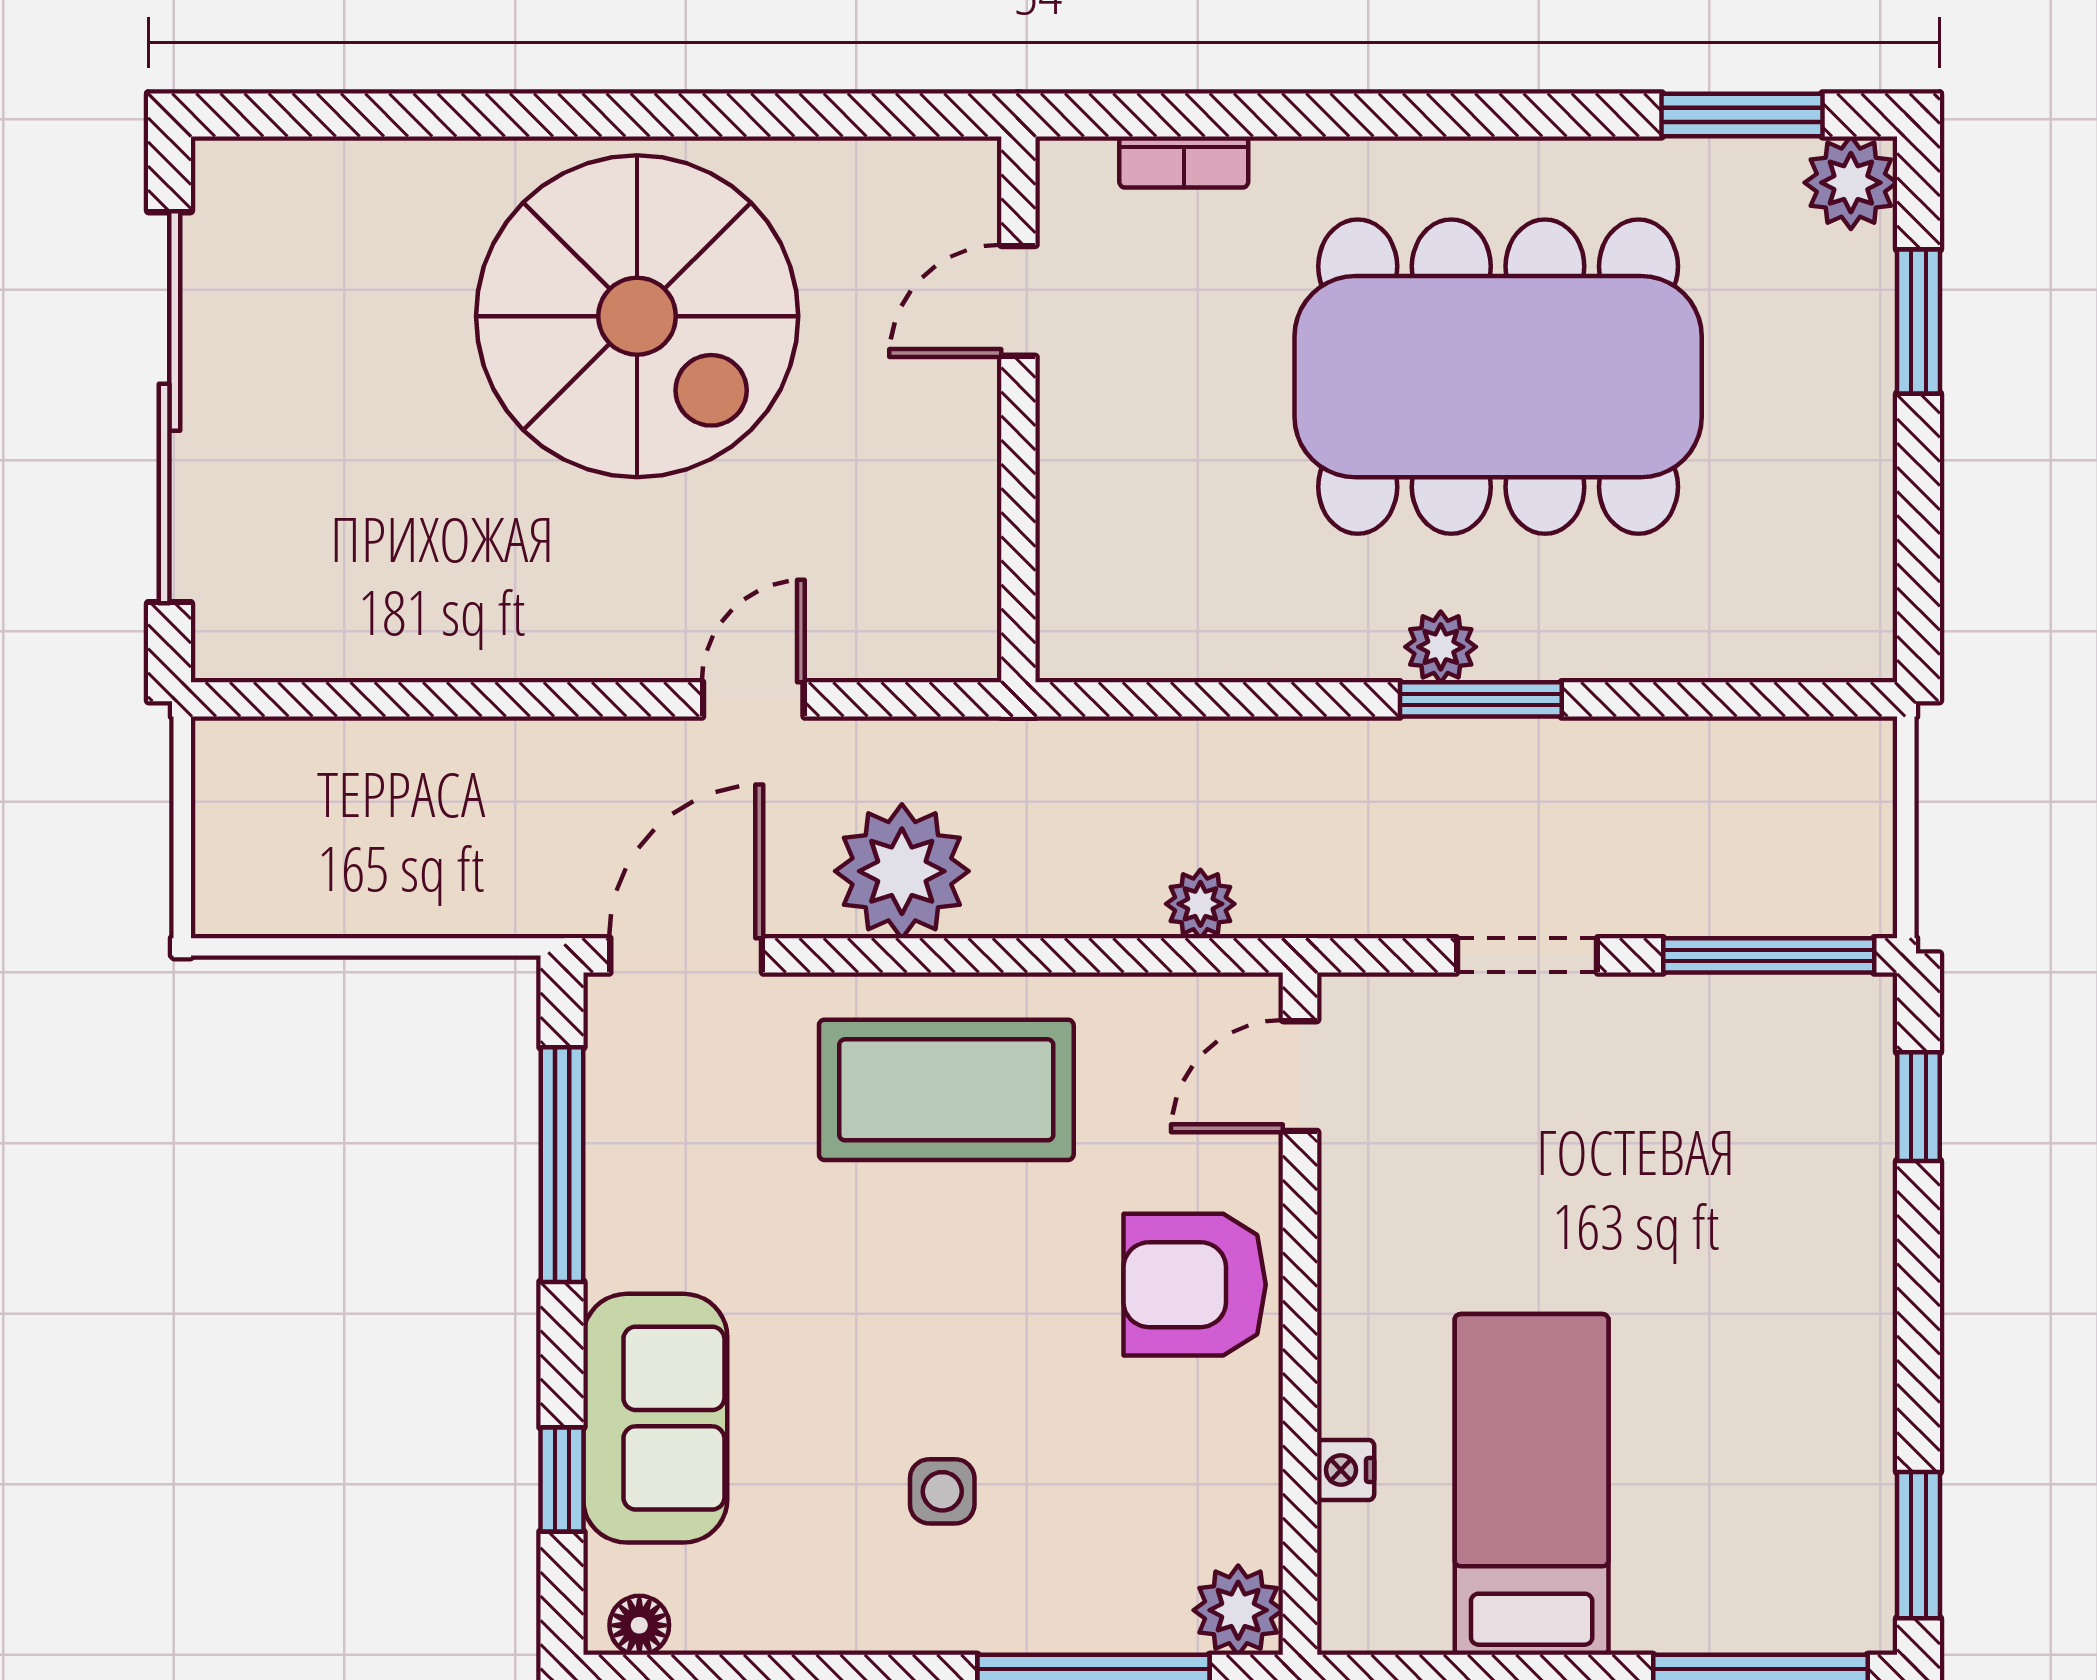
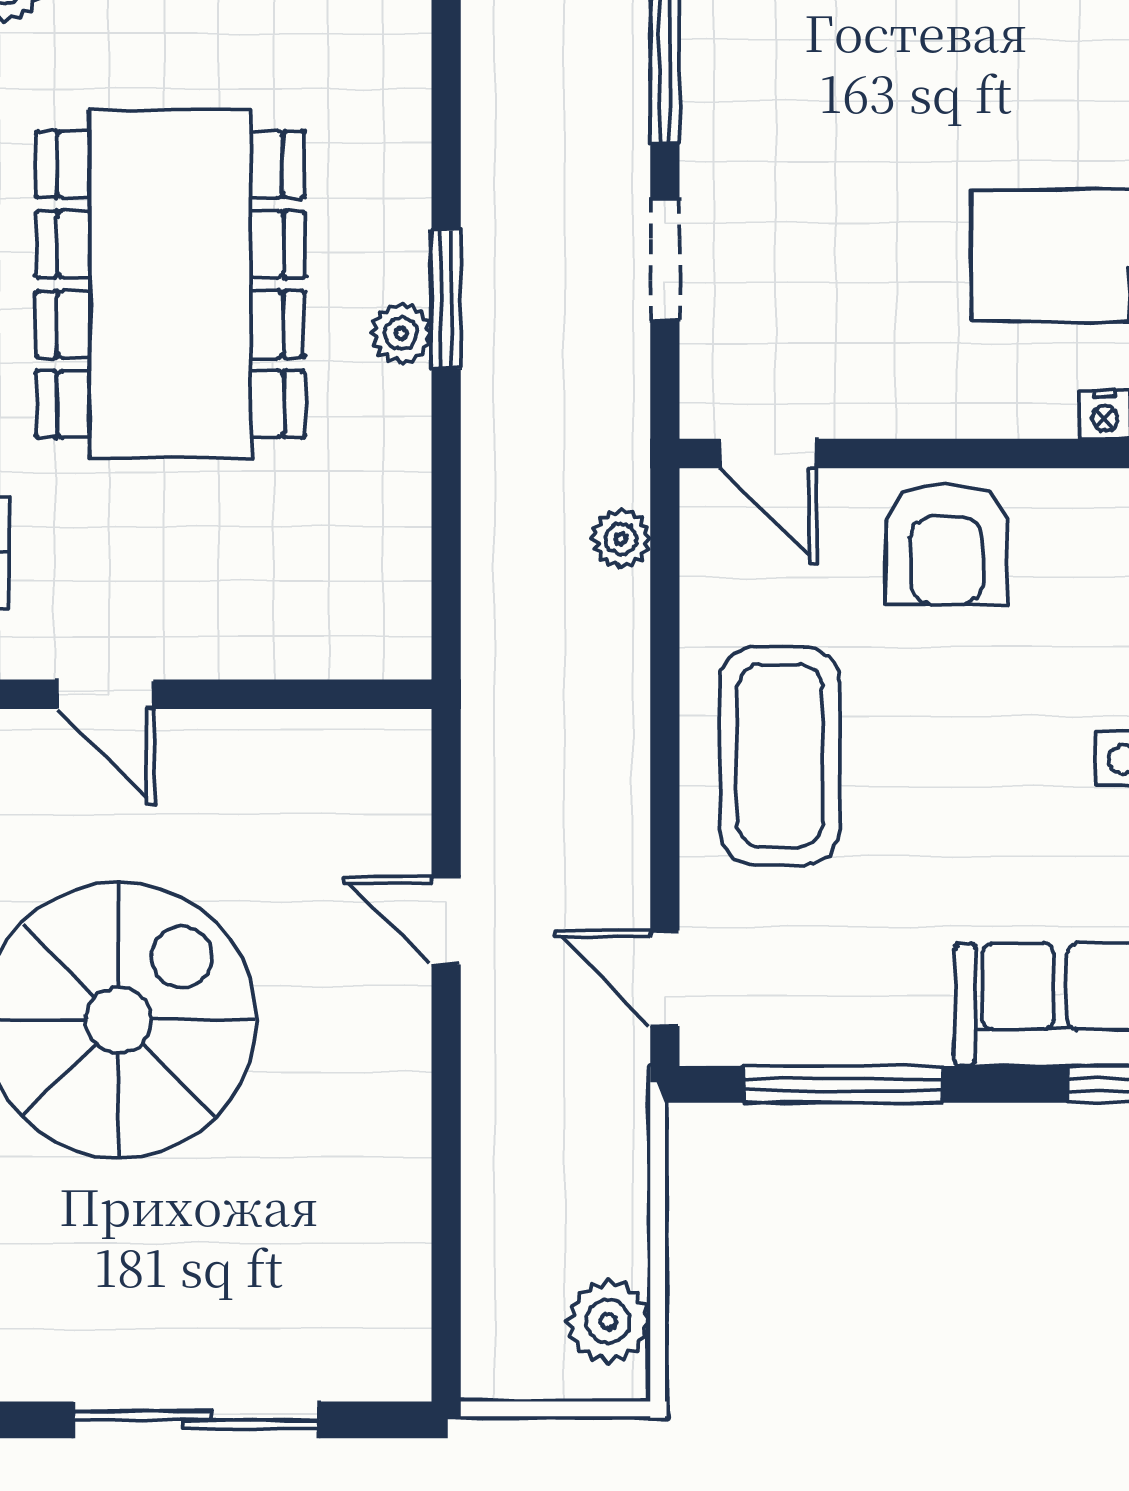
sliding door: (169, 407) -> (196, 1420), width x0.73
plant: (902, 871) -> (608, 1321), moved, width x0.73, depth x0.73
door: (686, 955) -> (665, 978), width x0.73

